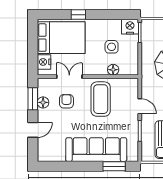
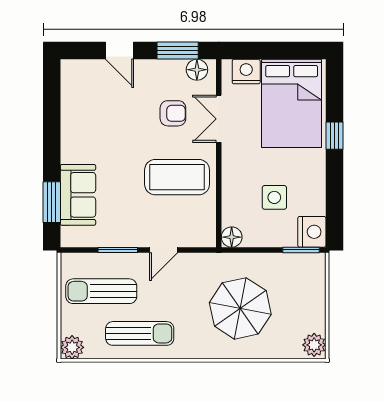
floor lamp: (113, 70) -> (232, 237), moved
double door: (69, 77) -> (219, 119), swing flipped
floor lamp: (43, 102) -> (197, 70), moved
sofa: (96, 150) -> (78, 195), width x0.54, depth x0.79

